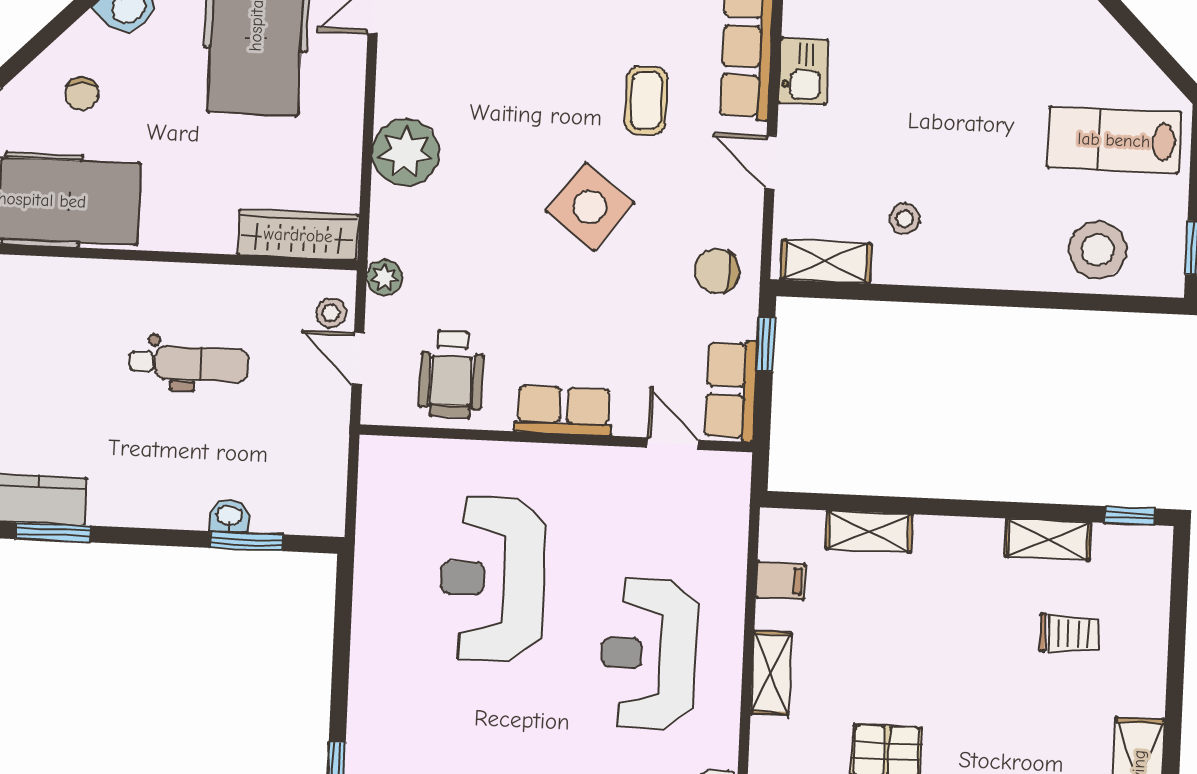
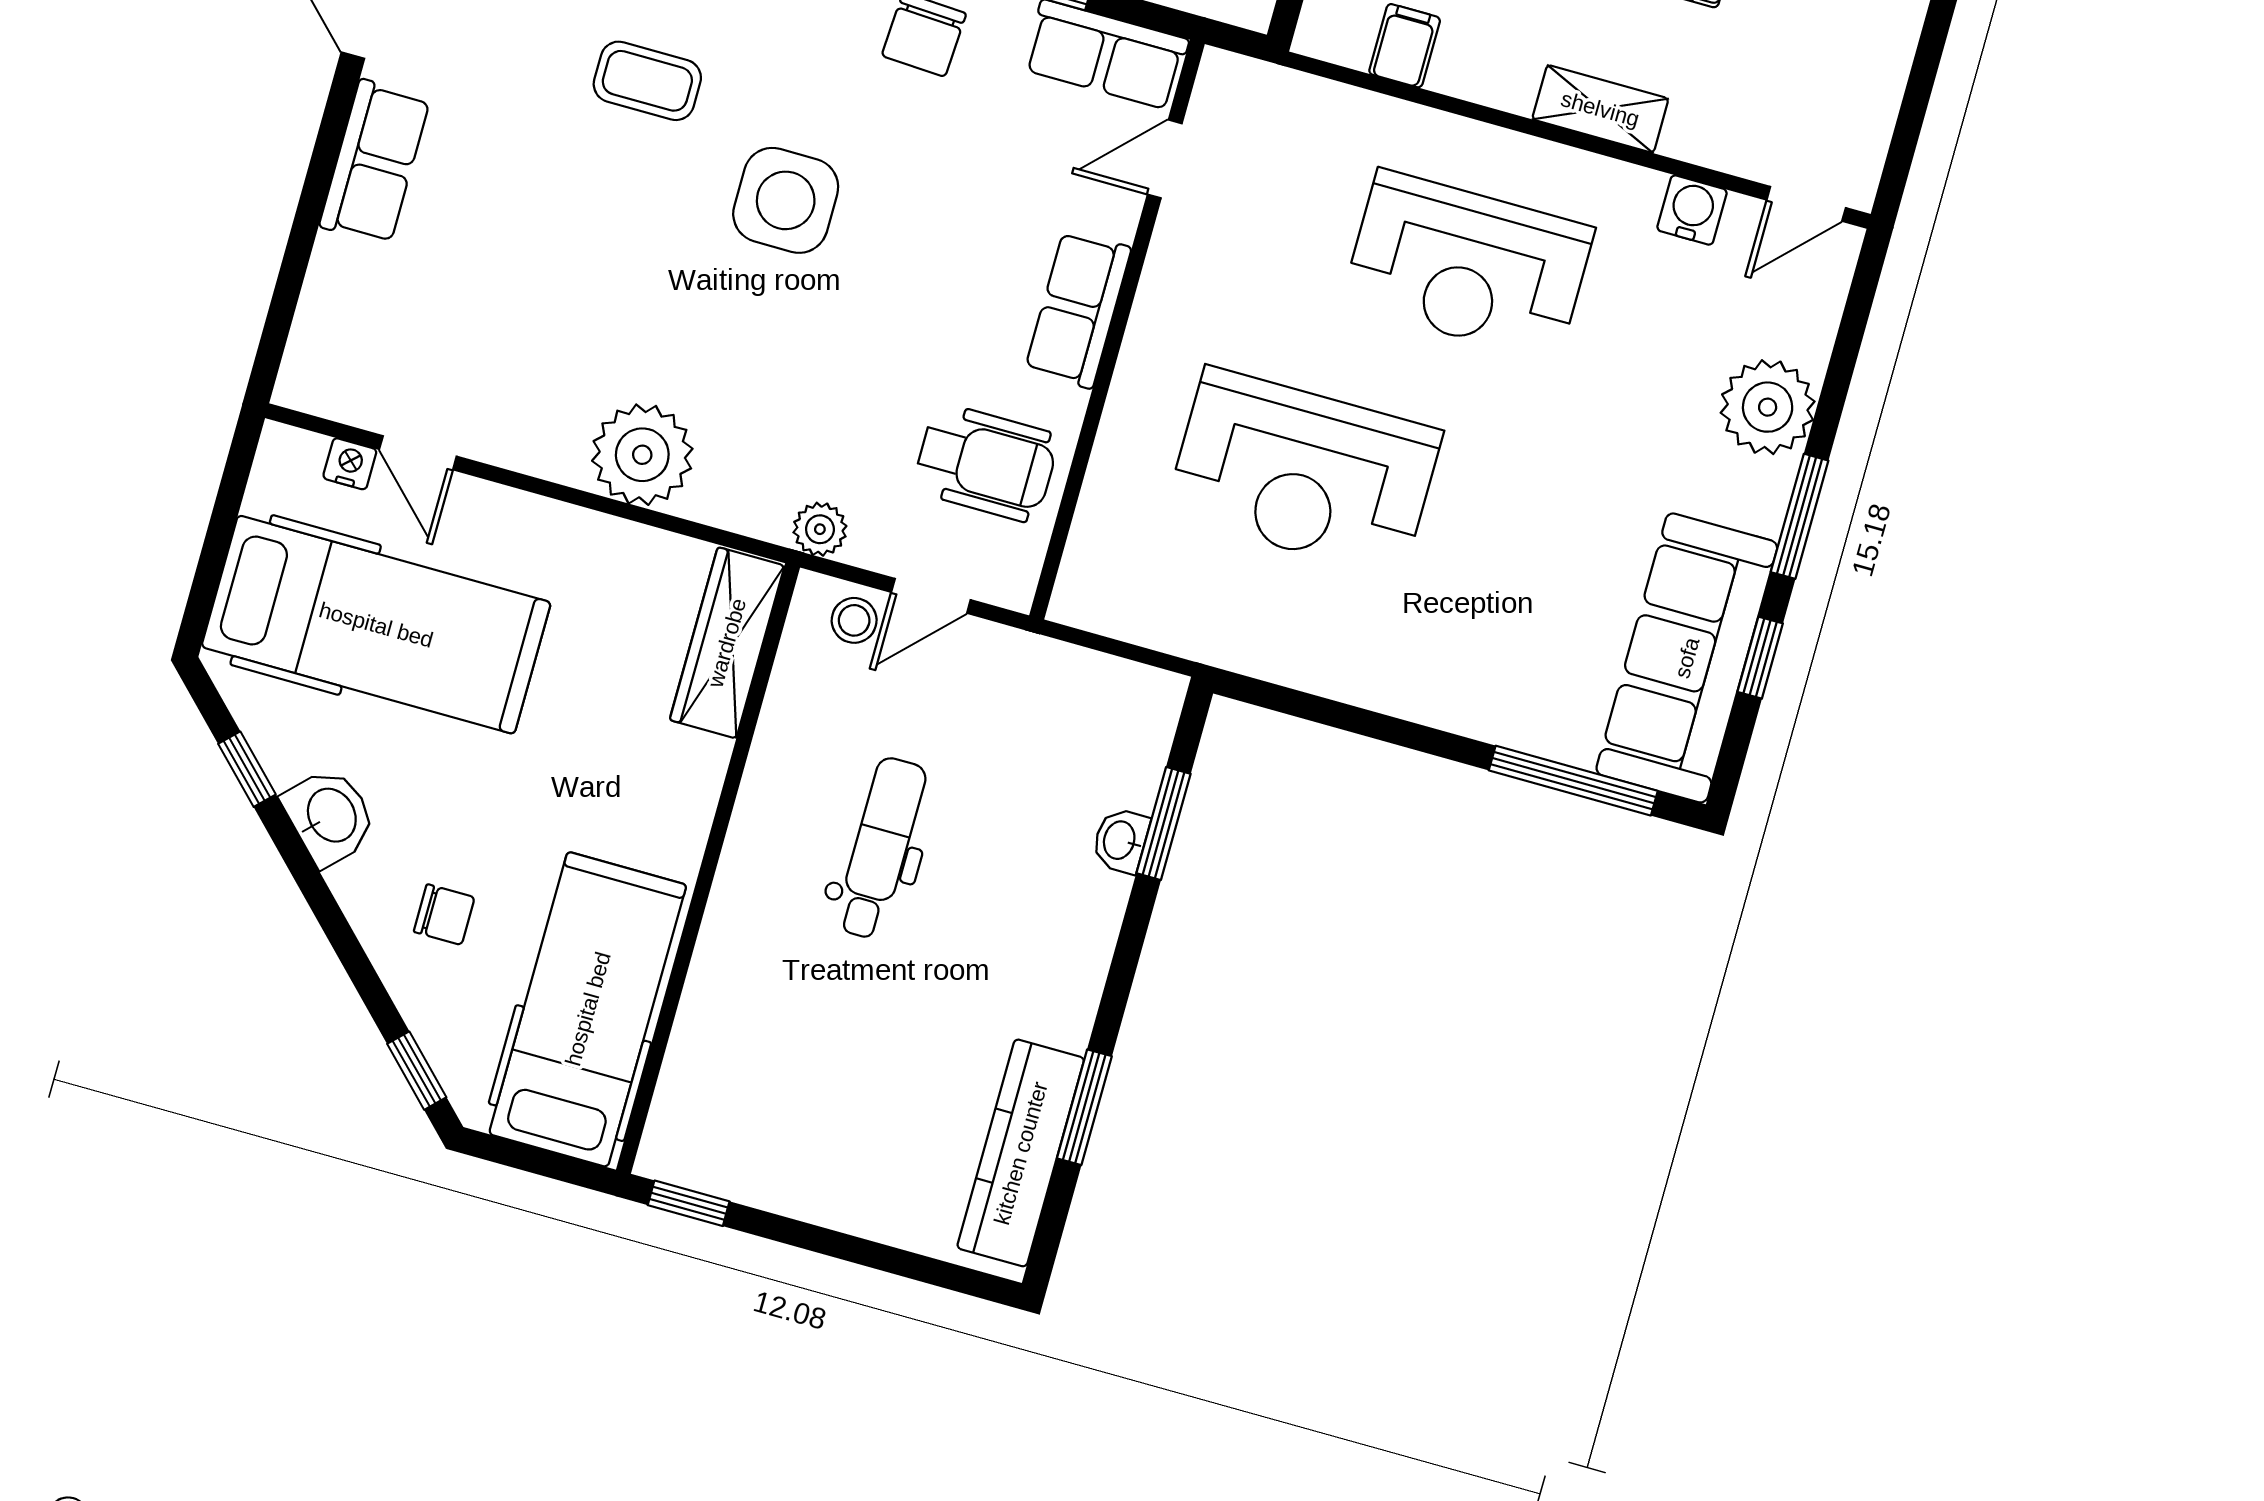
side table: (590, 207) -> (786, 200), turned -37
shelving: (771, 673) -> (1600, 109), moved

